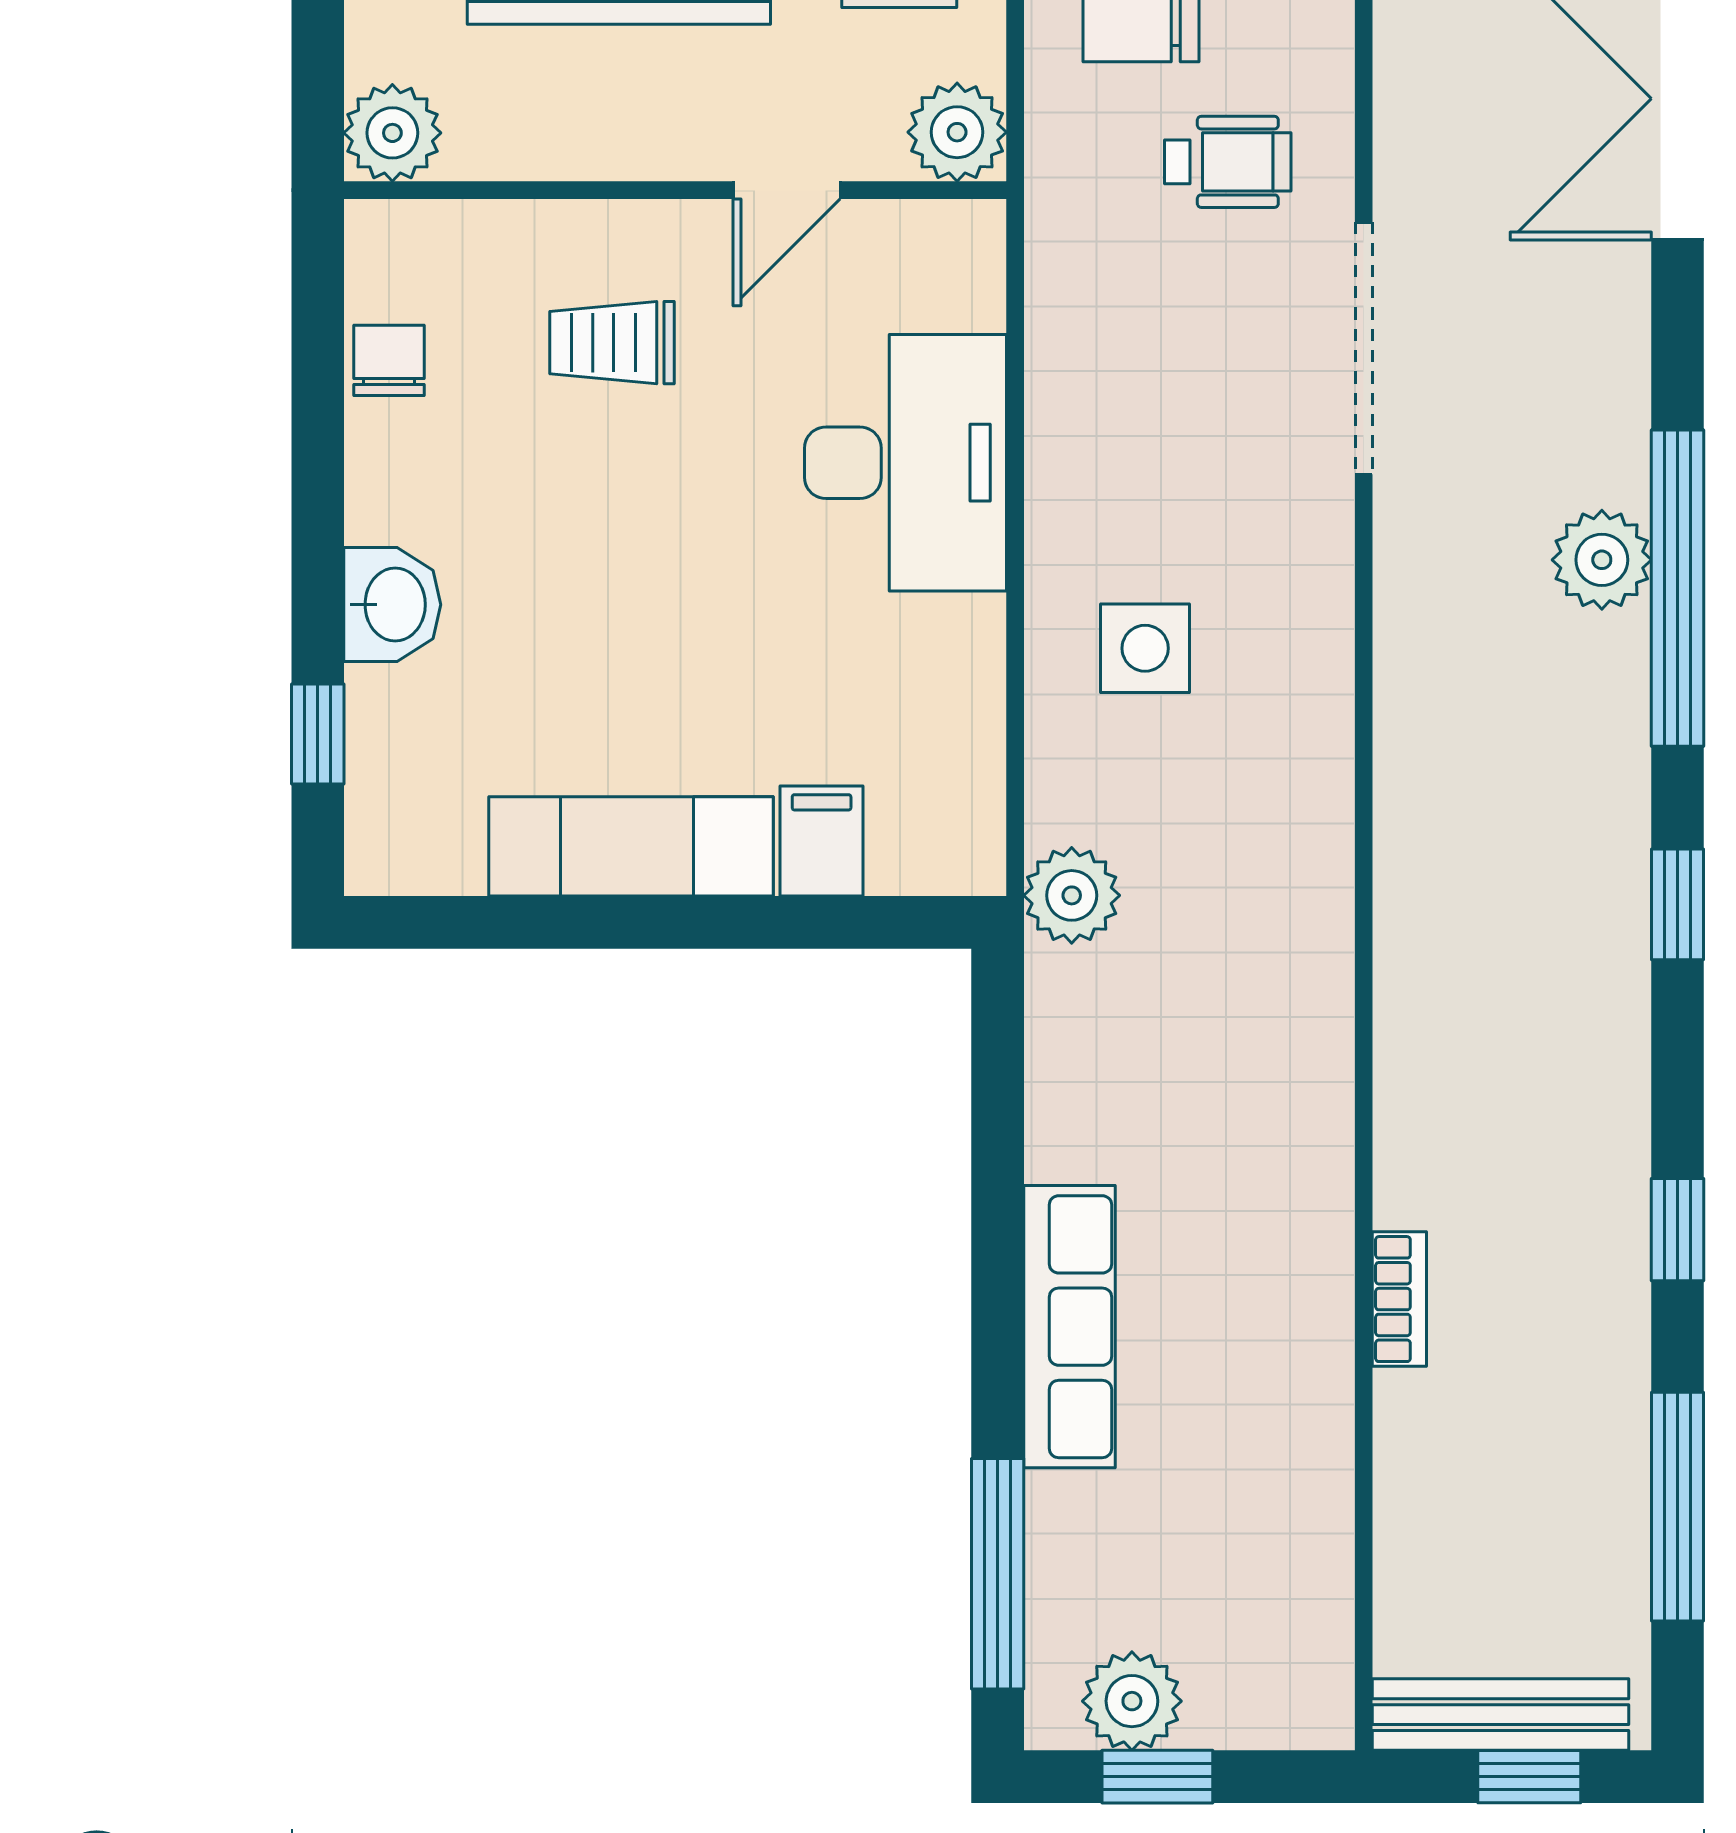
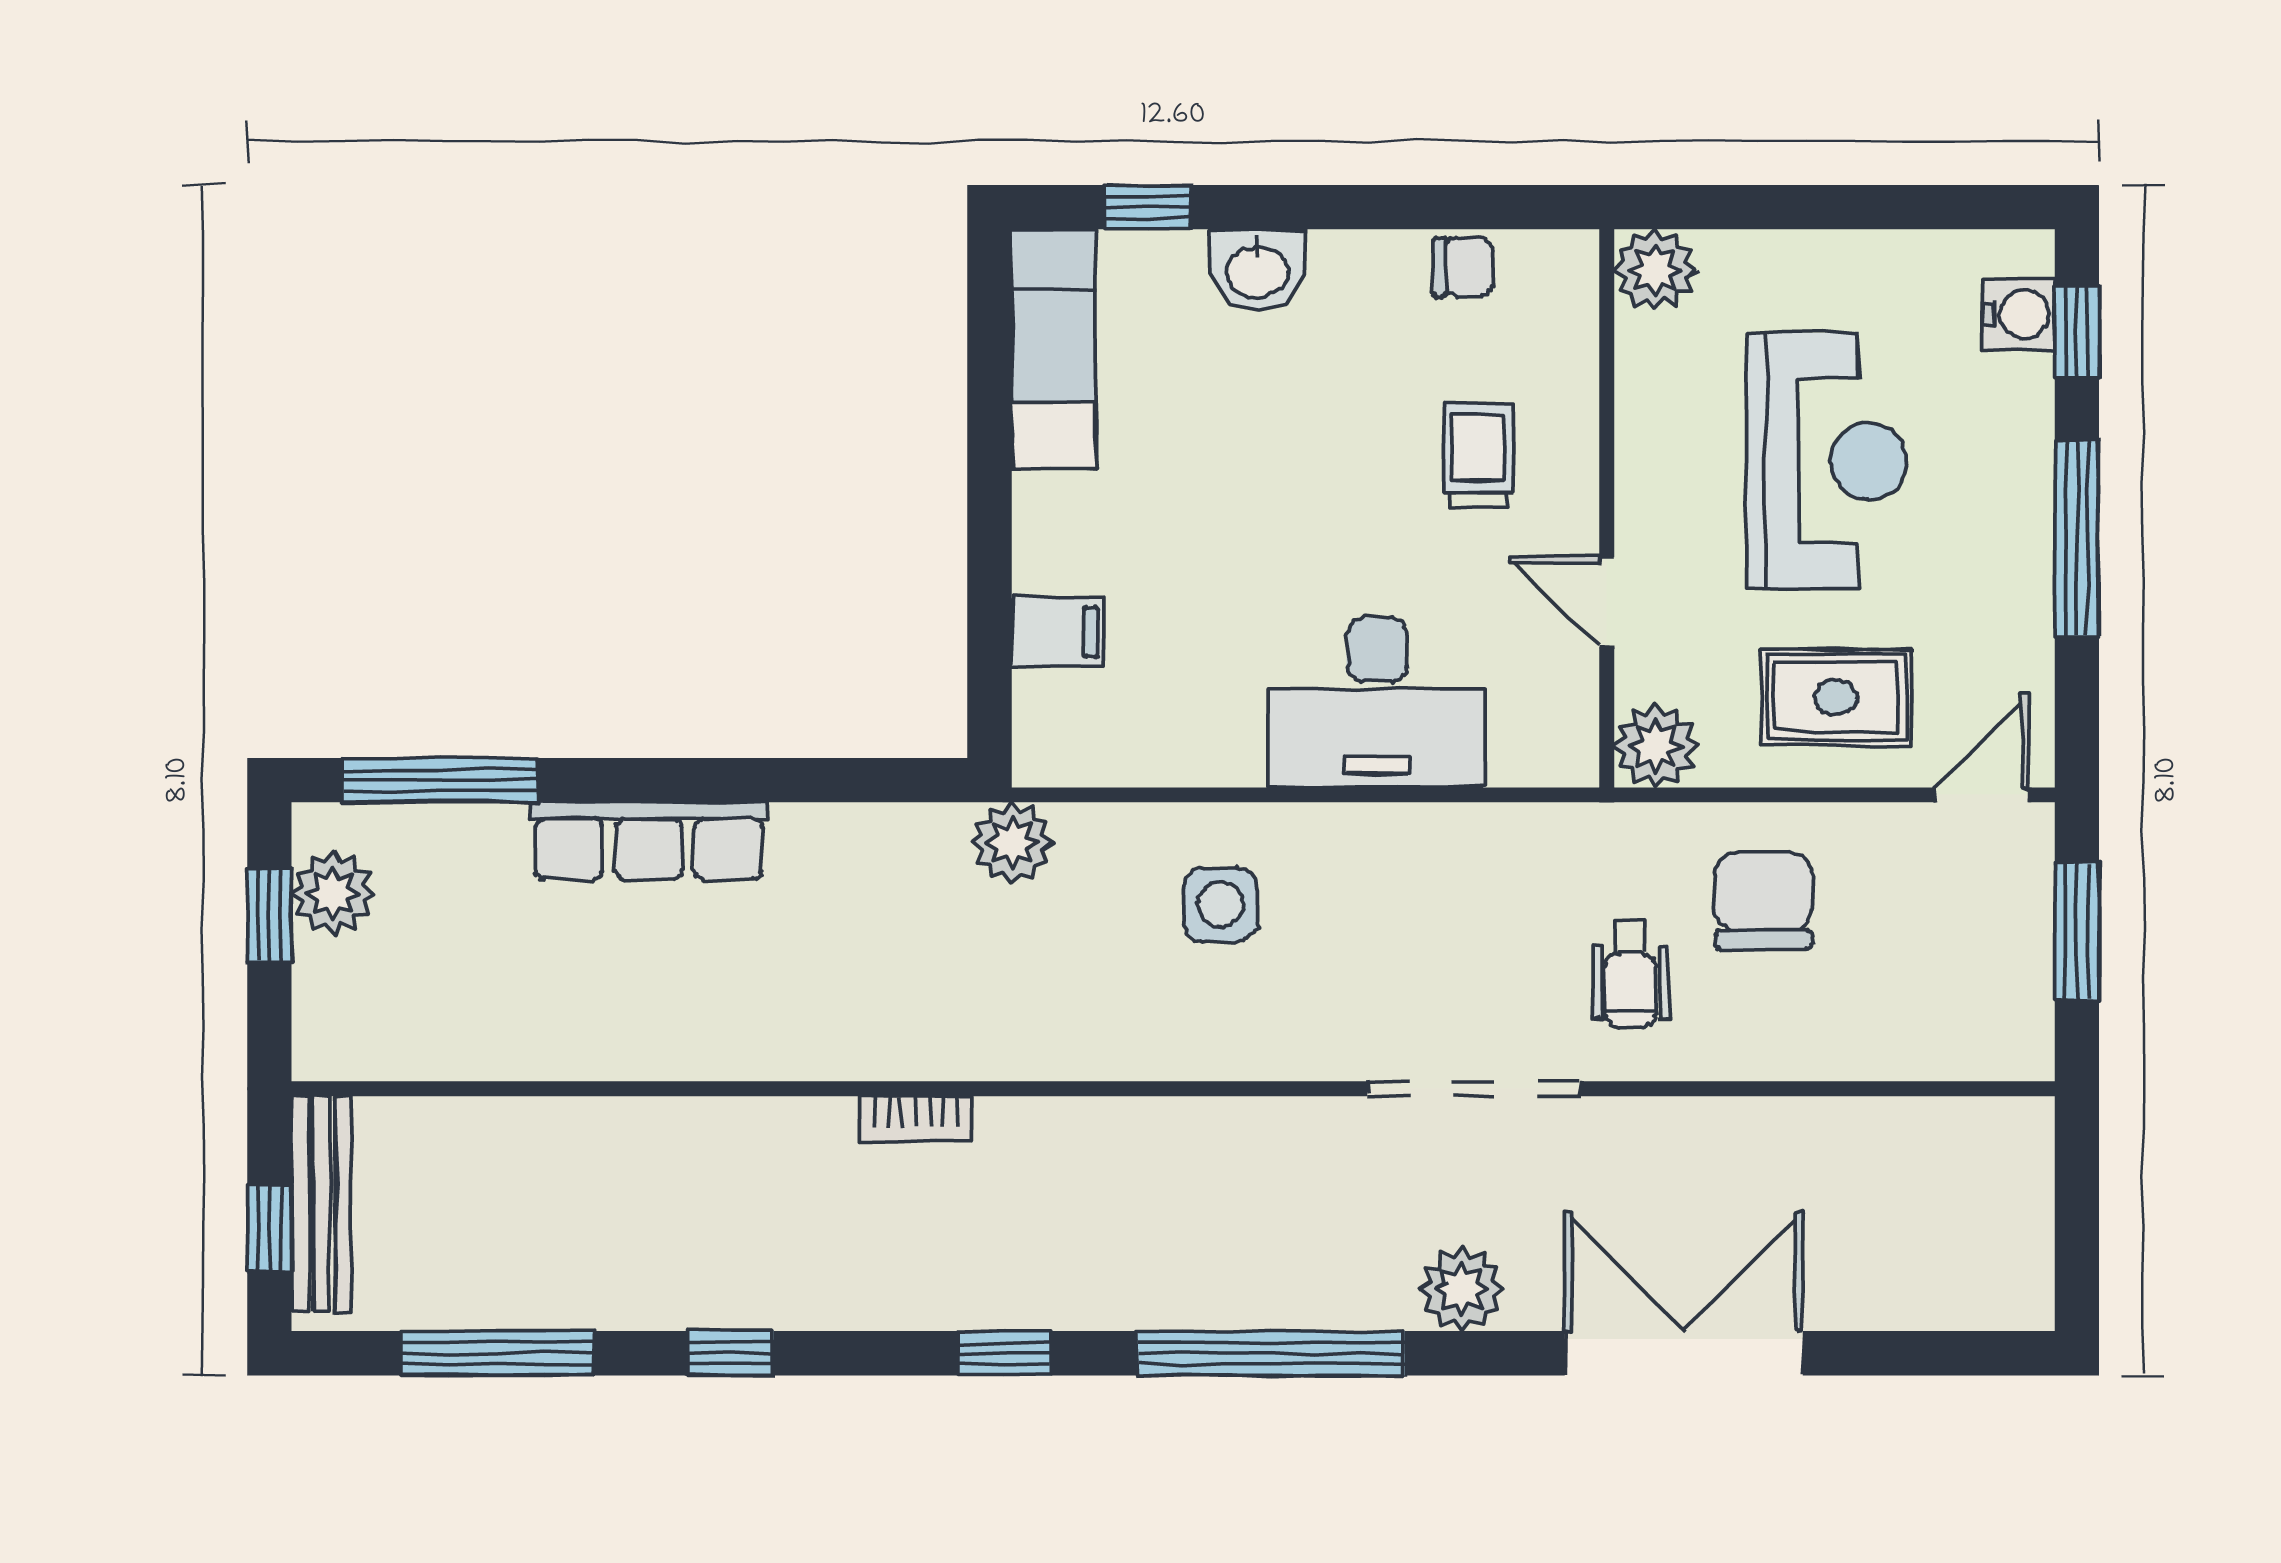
plant: (1602, 560) -> (1462, 1289), moved
exam couch: (631, 846) -> (1053, 349), moved
bookcase: (1399, 1299) -> (916, 1119), moved

